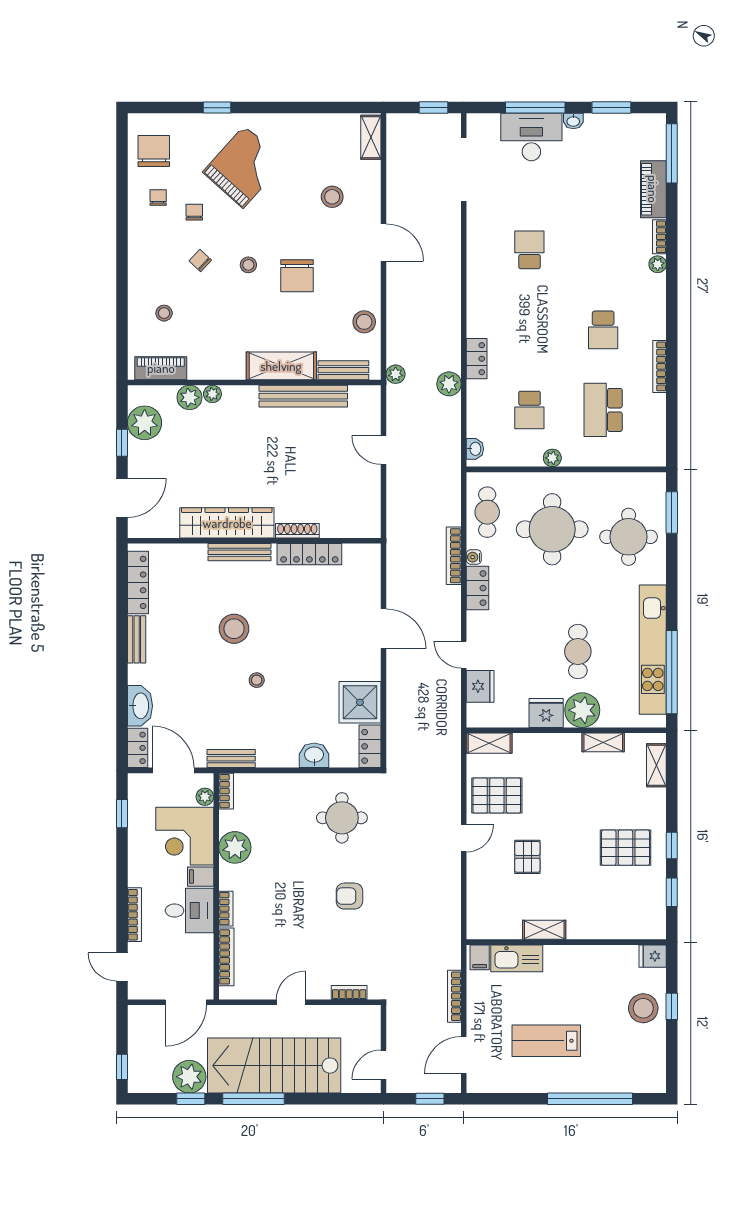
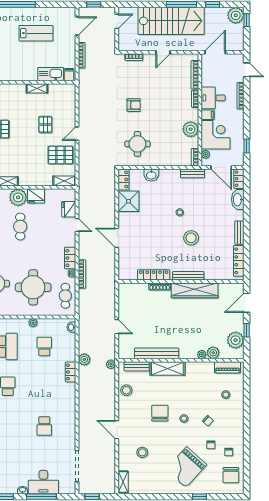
plant: (189, 1077) -> (236, 15), moved

